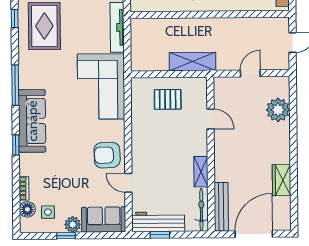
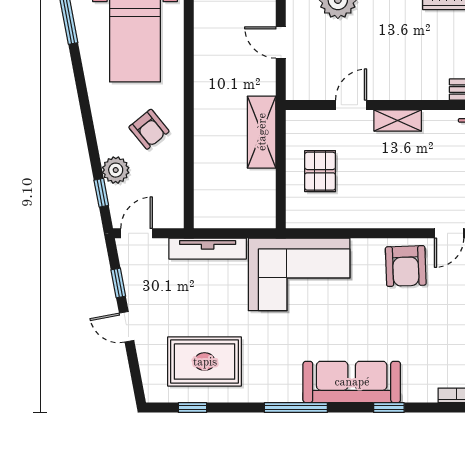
shelving: (201, 172) -> (398, 120), moved

